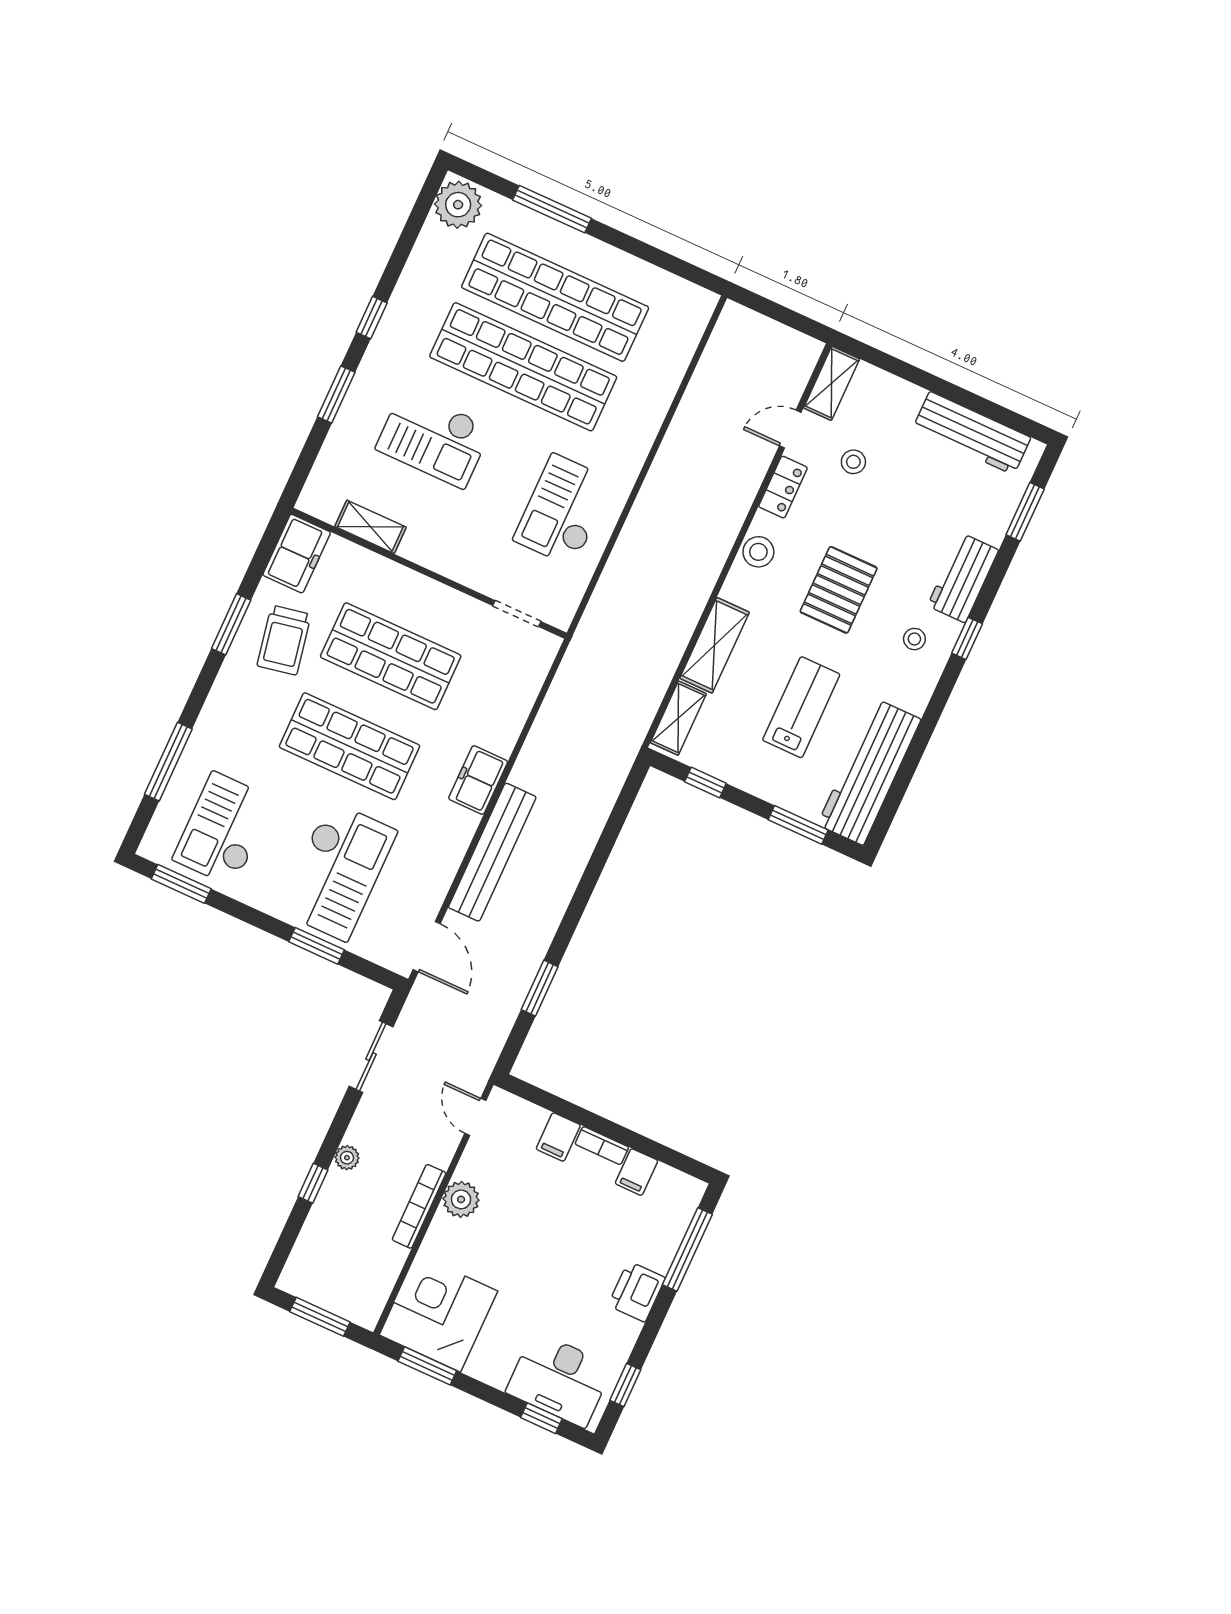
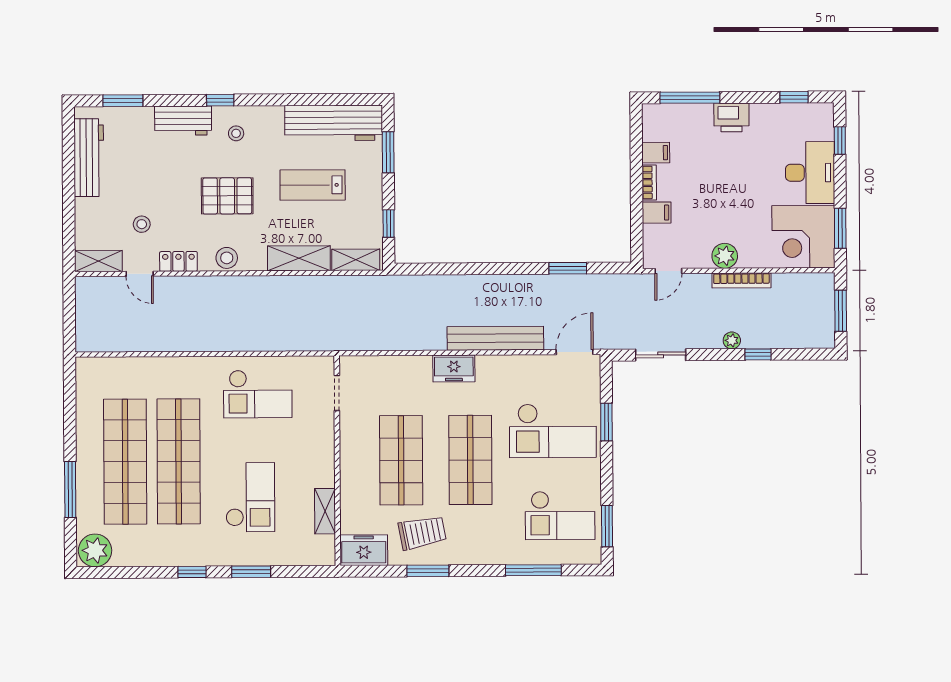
checkout: (338, 871) -> (553, 431), turned 180
desk: (559, 1379) -> (810, 173), moved

